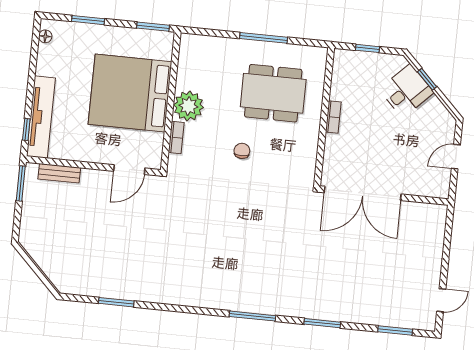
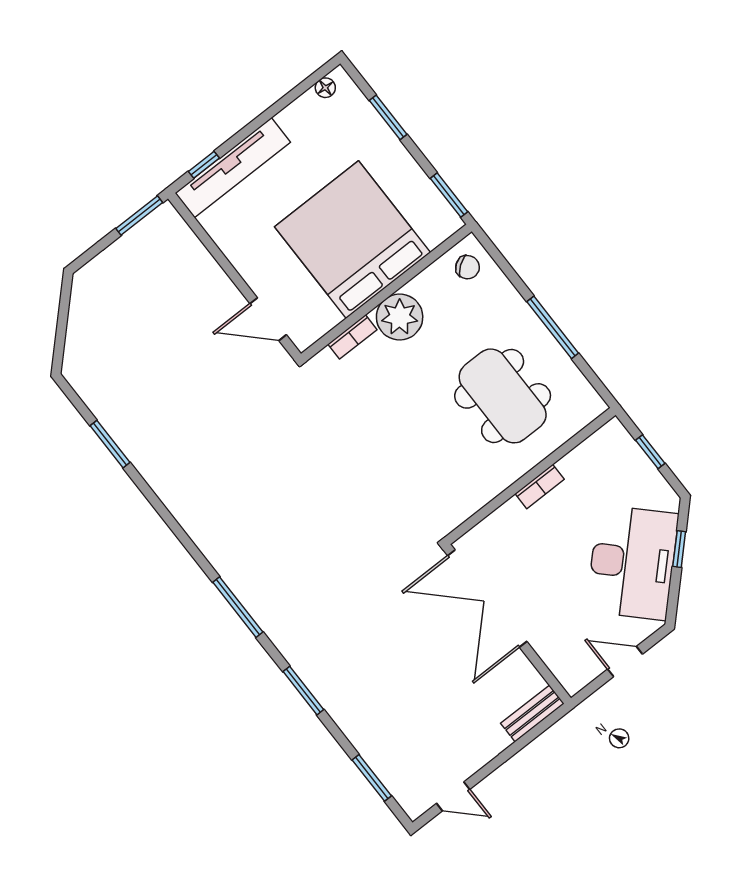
desk: (406, 91) -> (632, 563), width x1.87, depth x1.30
chair: (242, 151) -> (468, 267), moved, turned 54
bench: (59, 173) -> (532, 714), moved, turned 90

